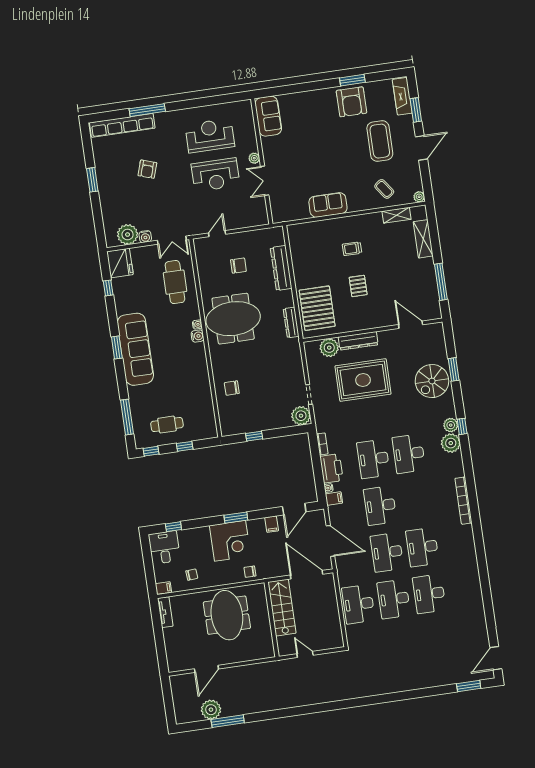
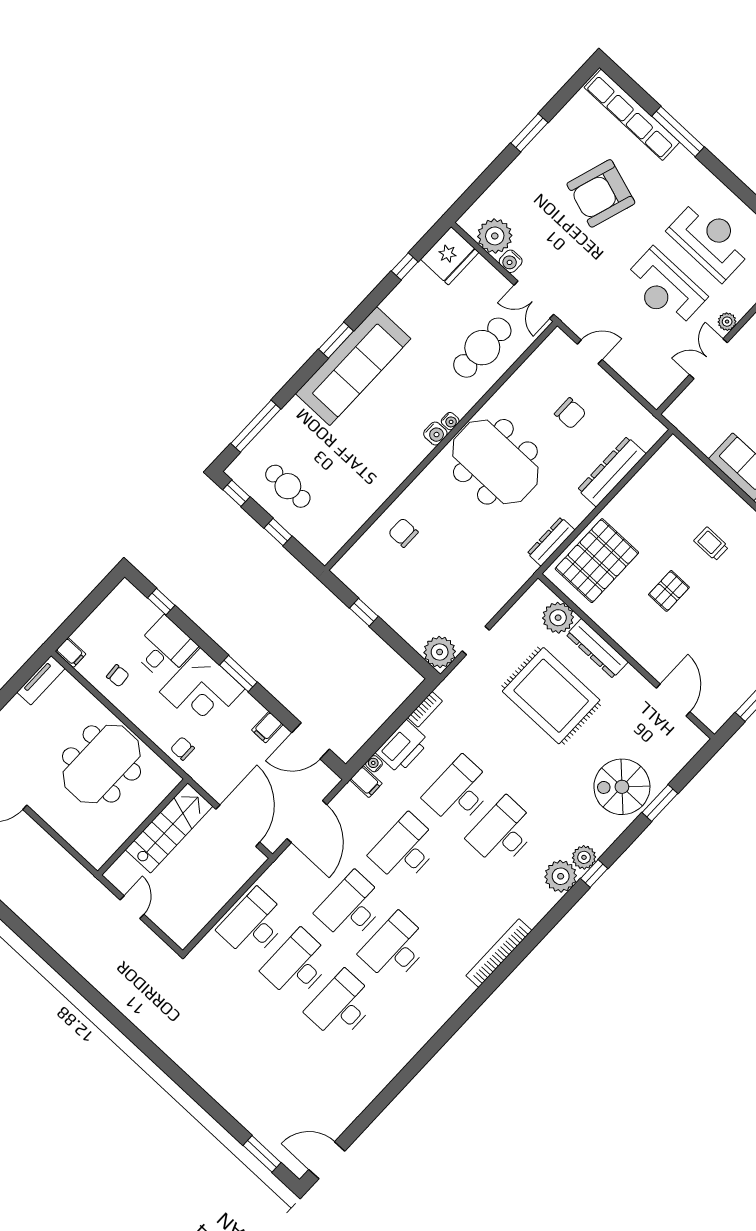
armchair: (147, 169) -> (601, 193), width x1.88, depth x1.88
desk: (164, 547) -> (164, 649), moved

